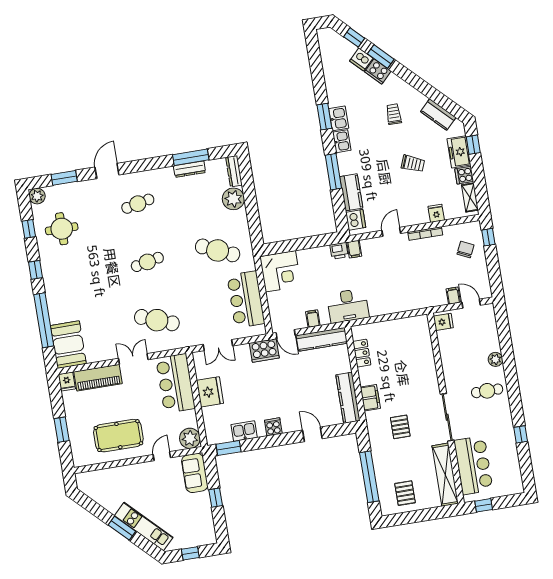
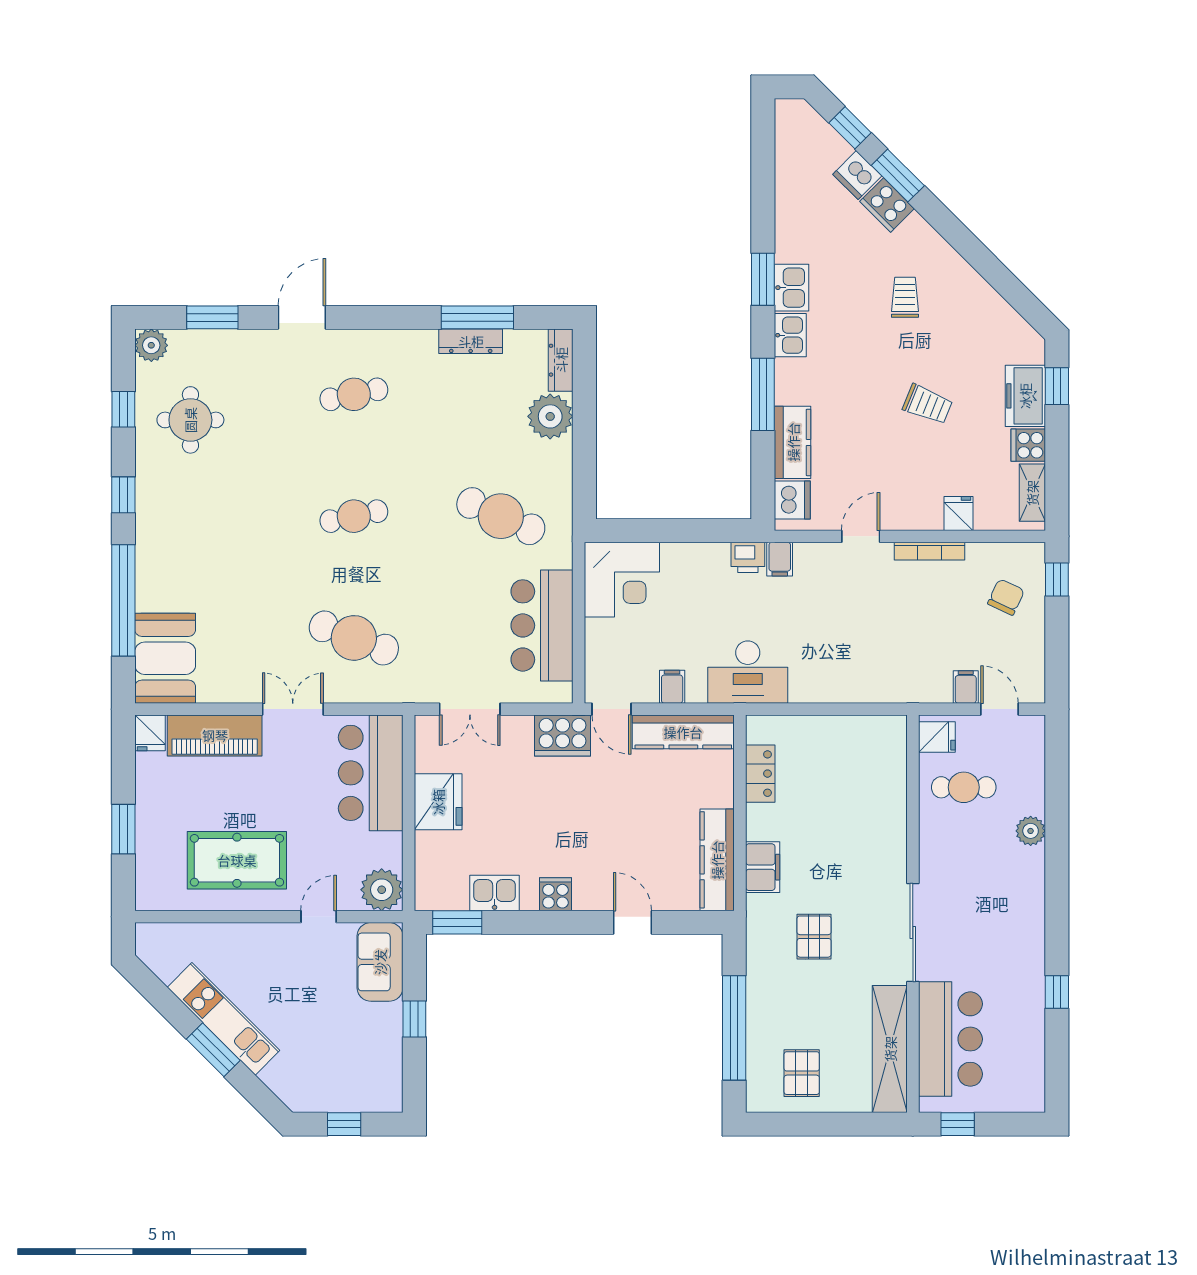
kitchen counter: (438, 115) -> (995, 313), removed
cafe table: (487, 391) -> (964, 787), moved
kitchen unit: (144, 526) -> (223, 1019), moved

